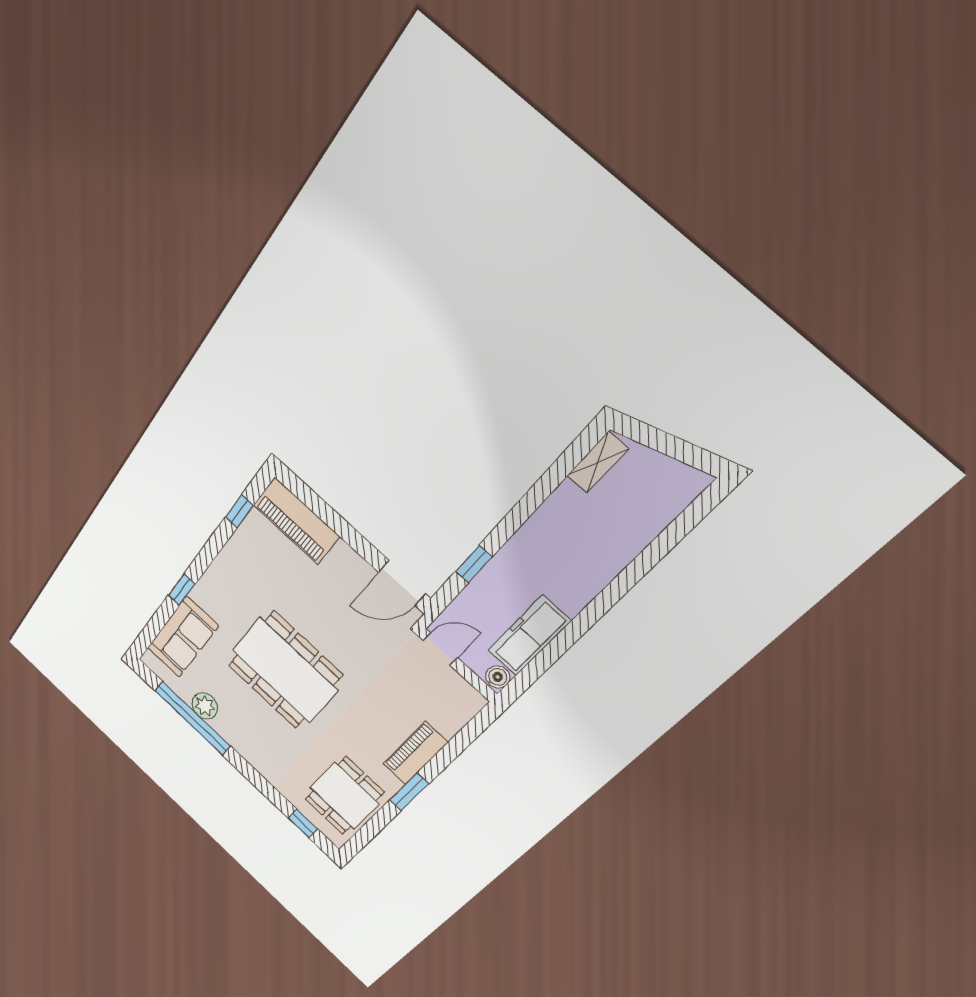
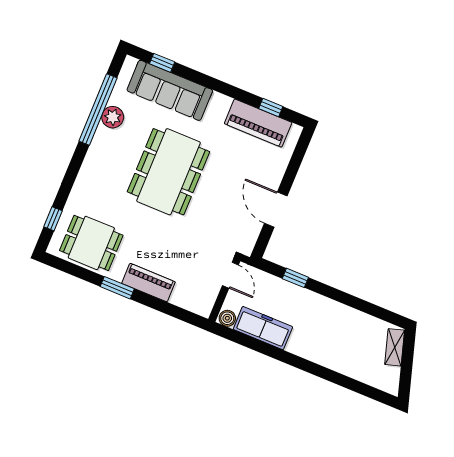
shelving: (598, 462) -> (395, 347), moved, turned 73
piano: (296, 521) -> (258, 123), moved, turned -90
door: (402, 583) -> (276, 210), moved
window: (182, 590) -> (162, 63), moved
sofa: (183, 637) -> (170, 90), width x1.36

